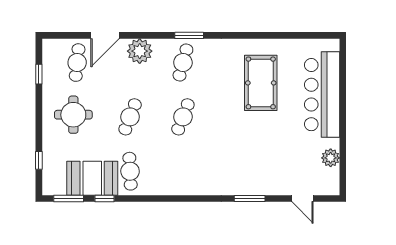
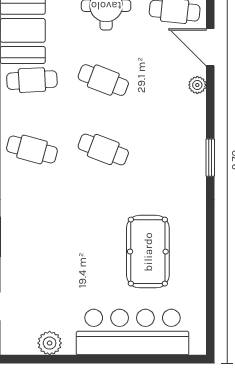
plant: (140, 51) -> (197, 85), width x0.53, depth x0.53
cafe table: (183, 63) -> (32, 149), moved
pool table: (261, 83) -> (148, 252), turned 90

